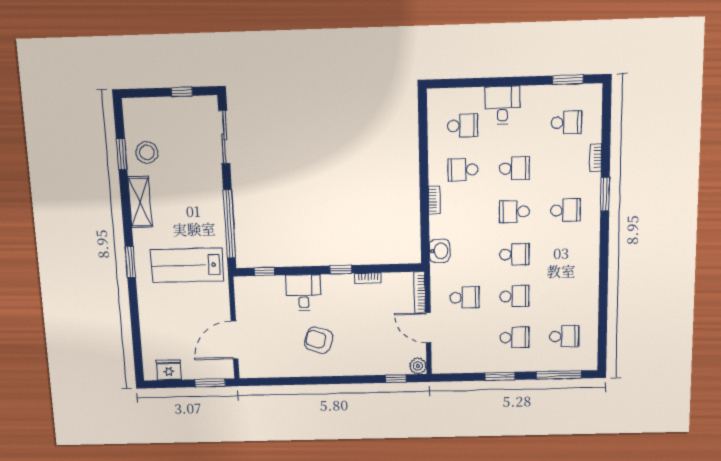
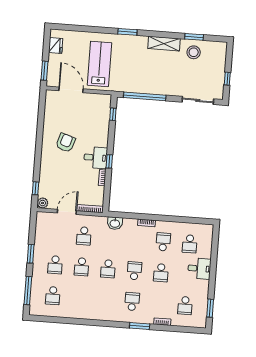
school desk: (565, 210) -> (132, 302), turned 180
lab bench: (187, 265) -> (99, 64), moved
desk: (304, 293) -> (96, 158), moved

